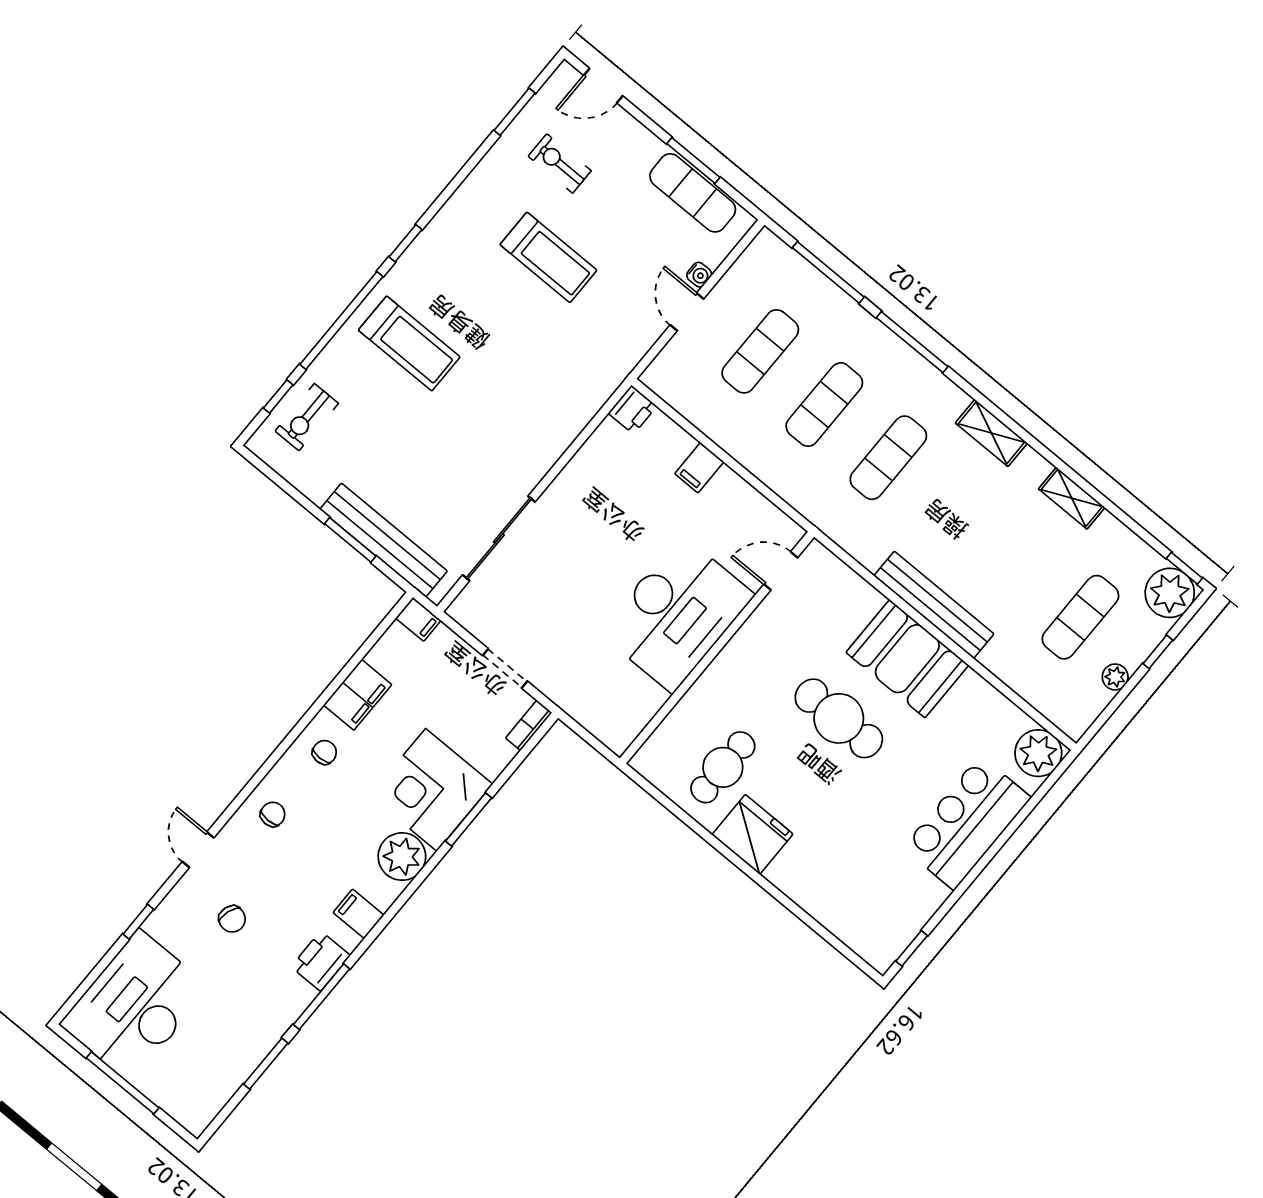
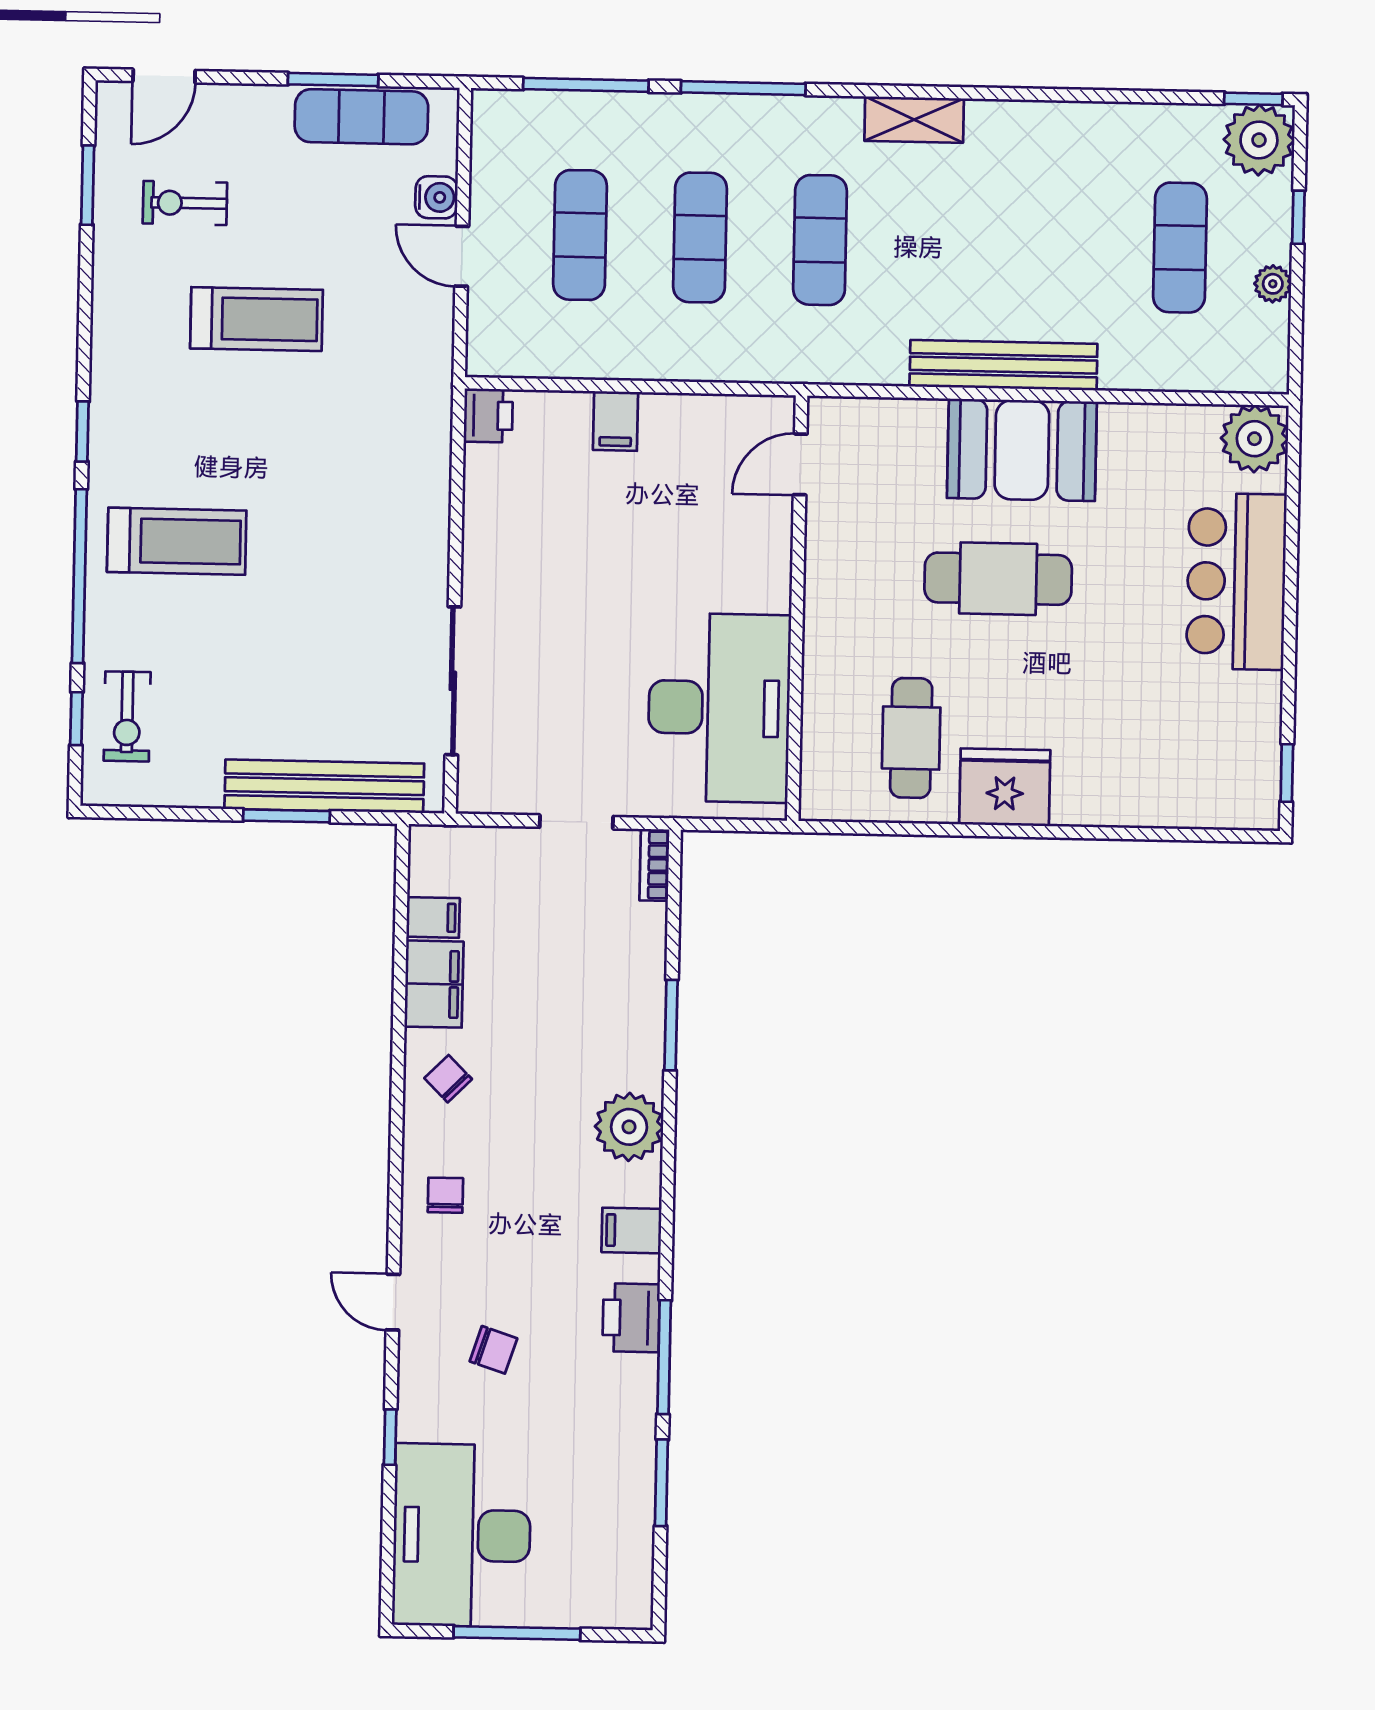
water cooler: (699, 275) -> (436, 197), width x1.38, depth x1.38
shelving: (1072, 498) -> (1063, 121), removed
desk: (677, 614) -> (719, 708), moved
filing cabinet: (418, 619) -> (433, 917), moved
chair: (325, 752) -> (448, 1079), turned -45
corner desk: (431, 790) -> (602, 1025), removed

